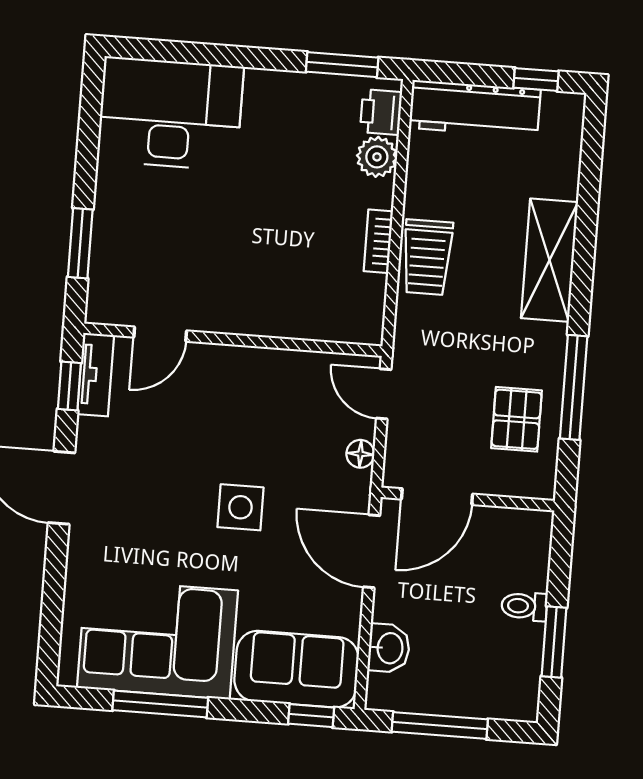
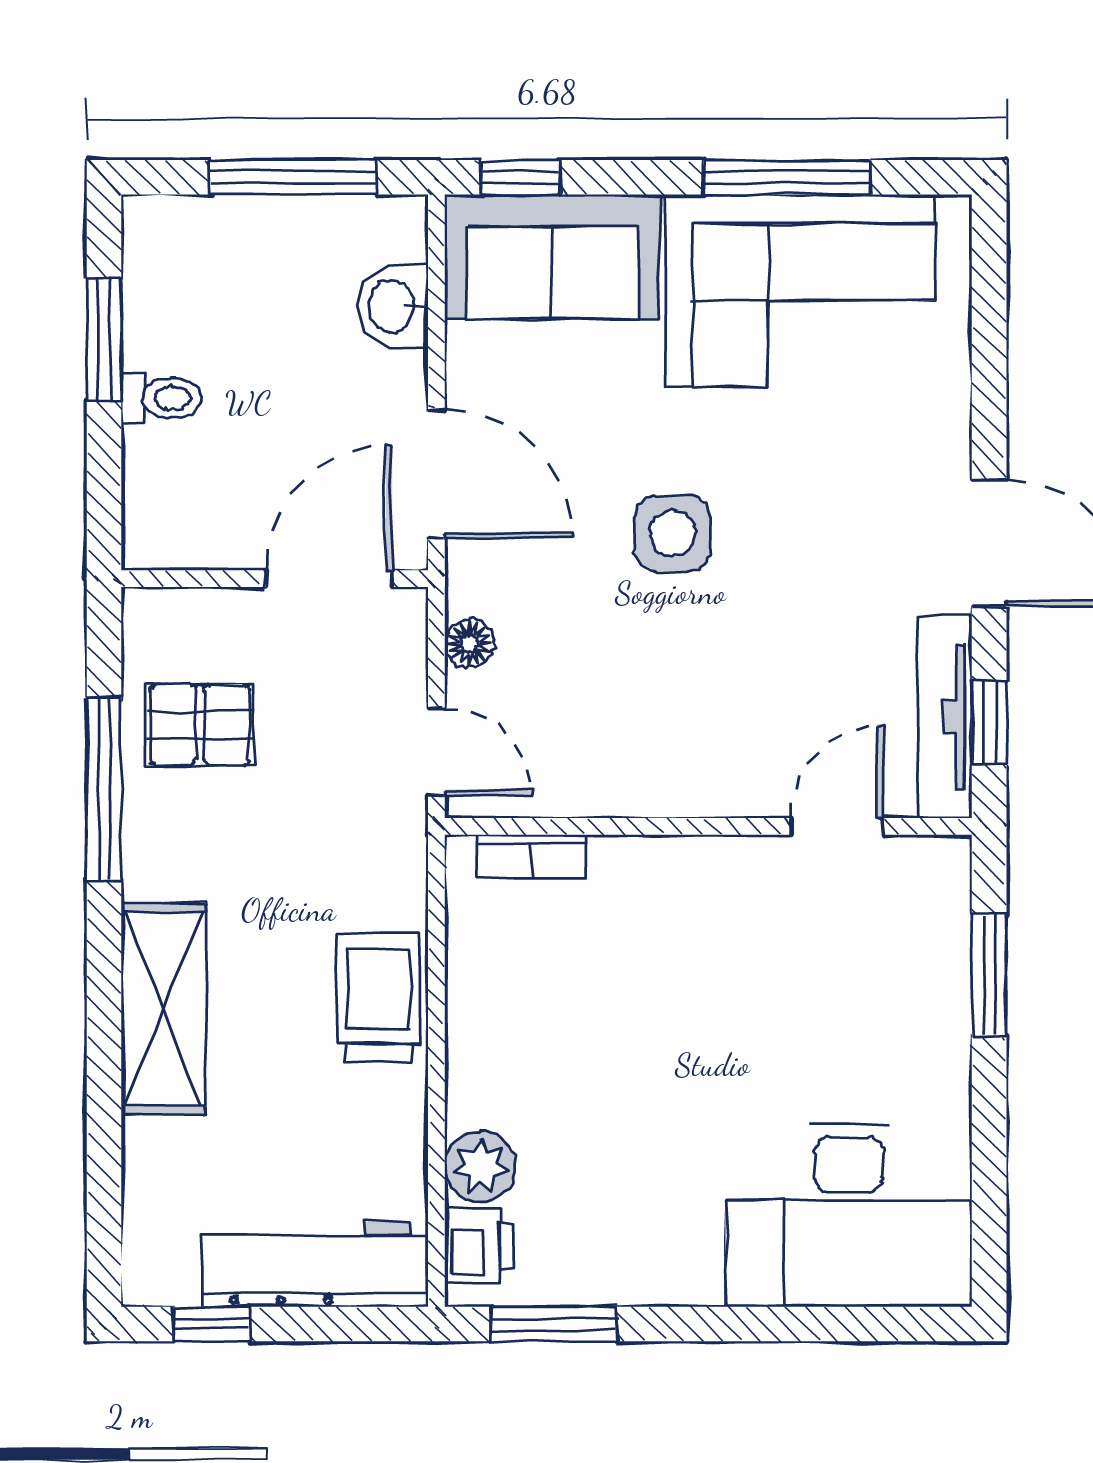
bookcase: (378, 241) -> (532, 856), moved, turned 90
tv unit: (96, 375) -> (945, 717), width x1.41
pallet: (517, 419) -> (200, 725), turned 90

